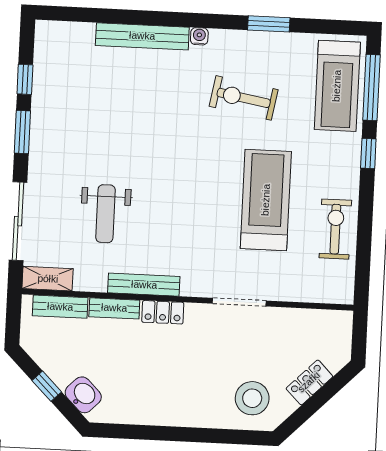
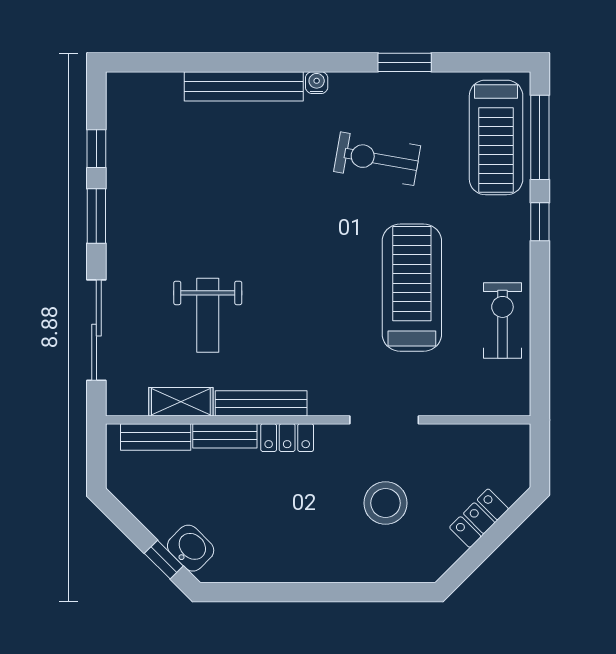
shelving: (48, 279) -> (181, 402), moved
window: (47, 386) -> (164, 560), moved
stool: (252, 398) -> (386, 503), moved

